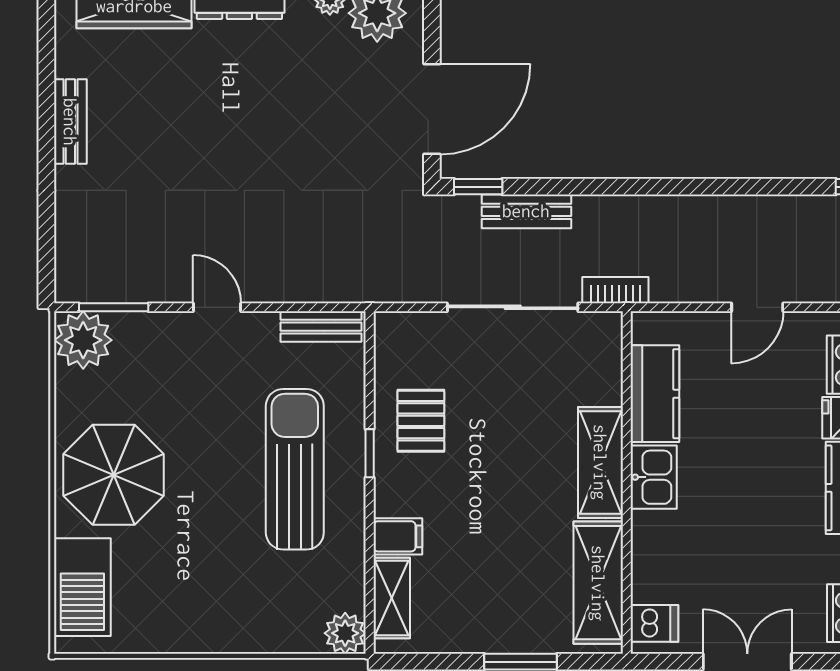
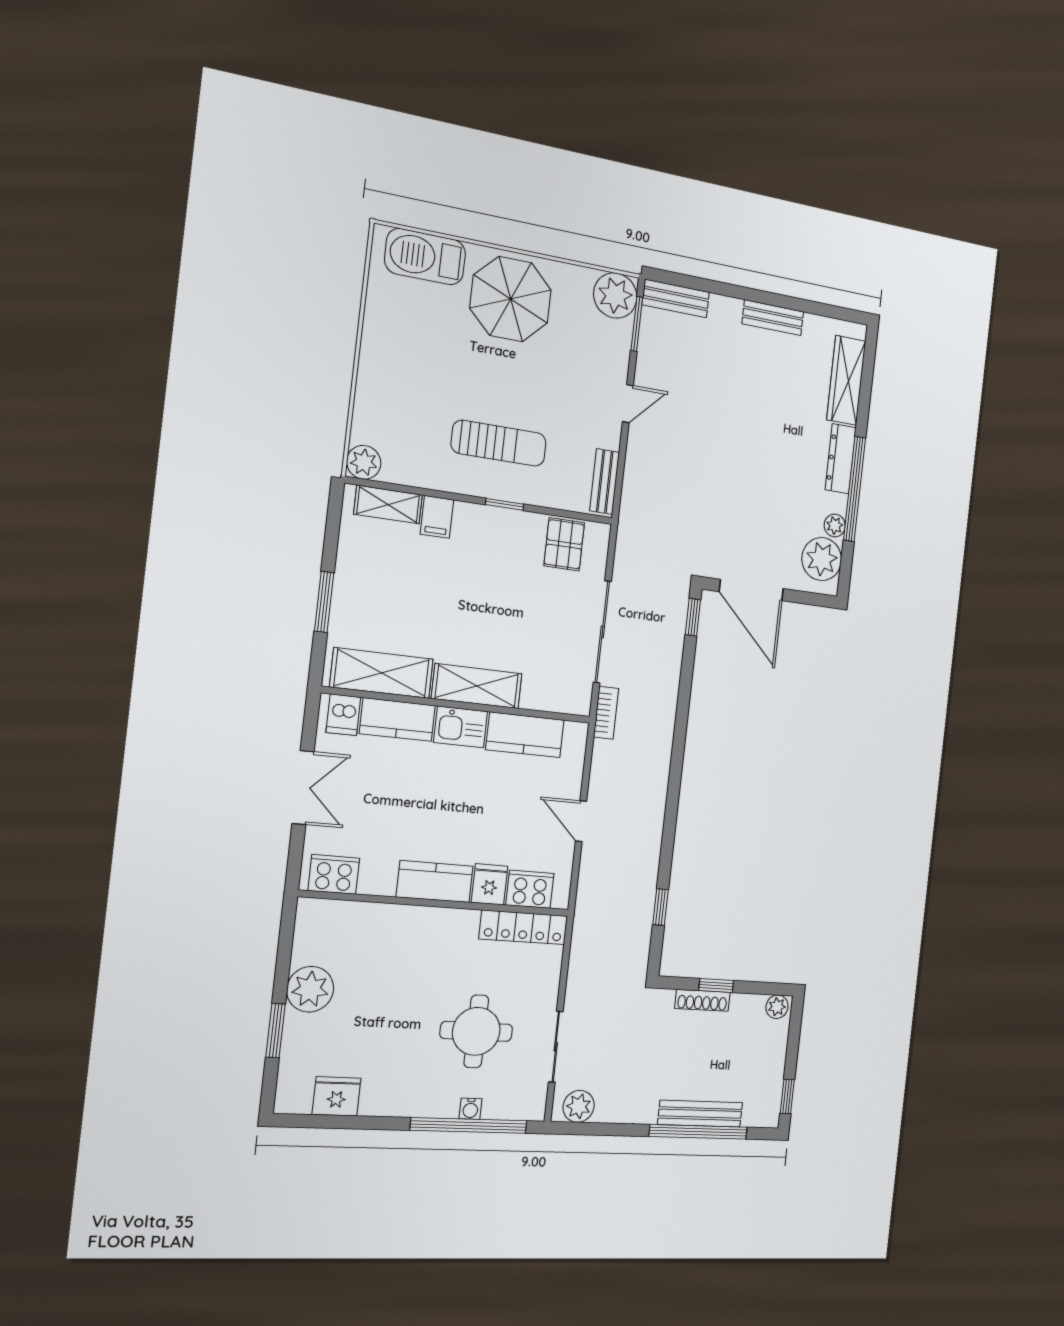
bench: (526, 211) -> (676, 298), moved, turned 90
pallet: (421, 421) -> (564, 544), moved, turned 90
sun lounger: (295, 469) -> (499, 443), width x0.73, depth x0.75
kitchen counter: (653, 557) -> (397, 720), added

